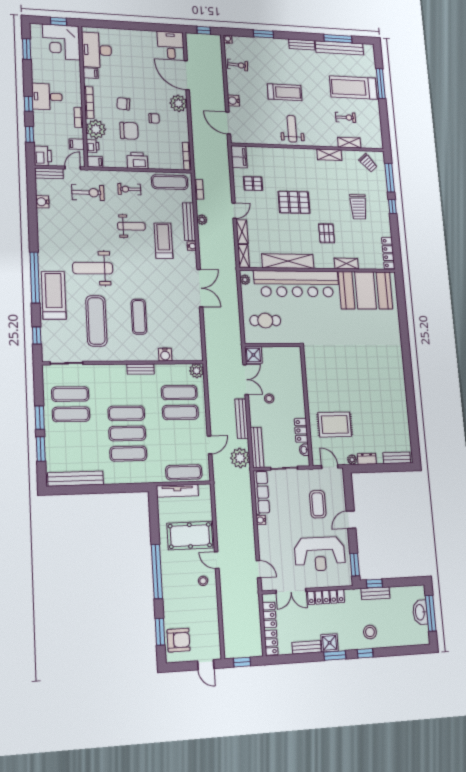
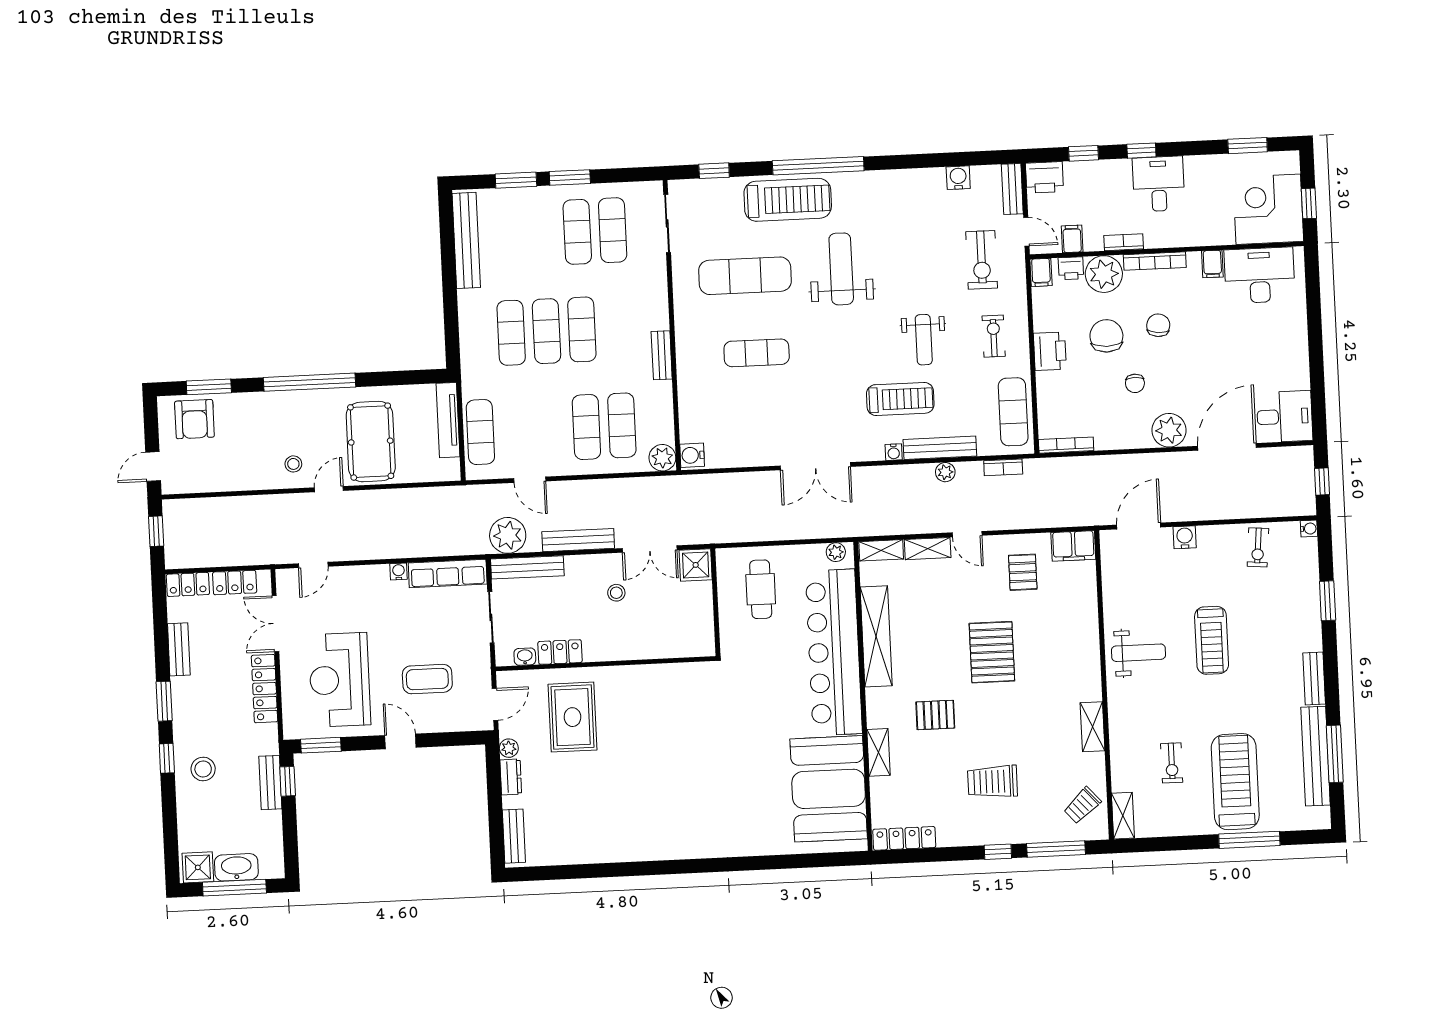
chair: (129, 131) -> (1106, 336), turned 180
shelving: (349, 143) -> (1123, 816), moved
water cooler: (165, 355) -> (692, 455), moved
shower: (330, 643) -> (198, 867), moved

